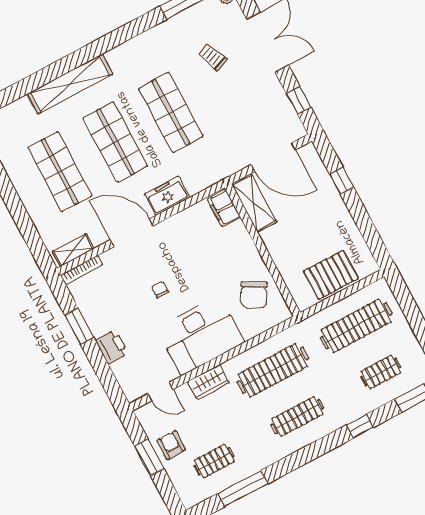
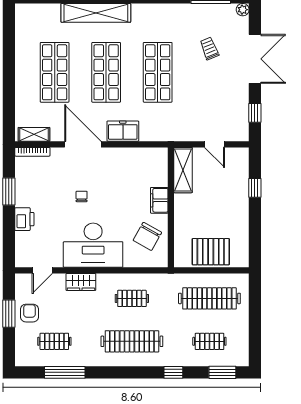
door: (273, 157) -> (215, 144), width x0.53
filing cabinet: (224, 208) -> (159, 200), moved
clothes rail: (273, 370) -> (132, 298), width x0.54, depth x0.76
door: (160, 392) -> (42, 270), hinge flipped
clothes rail: (297, 416) -> (132, 341), width x1.37, depth x1.31

